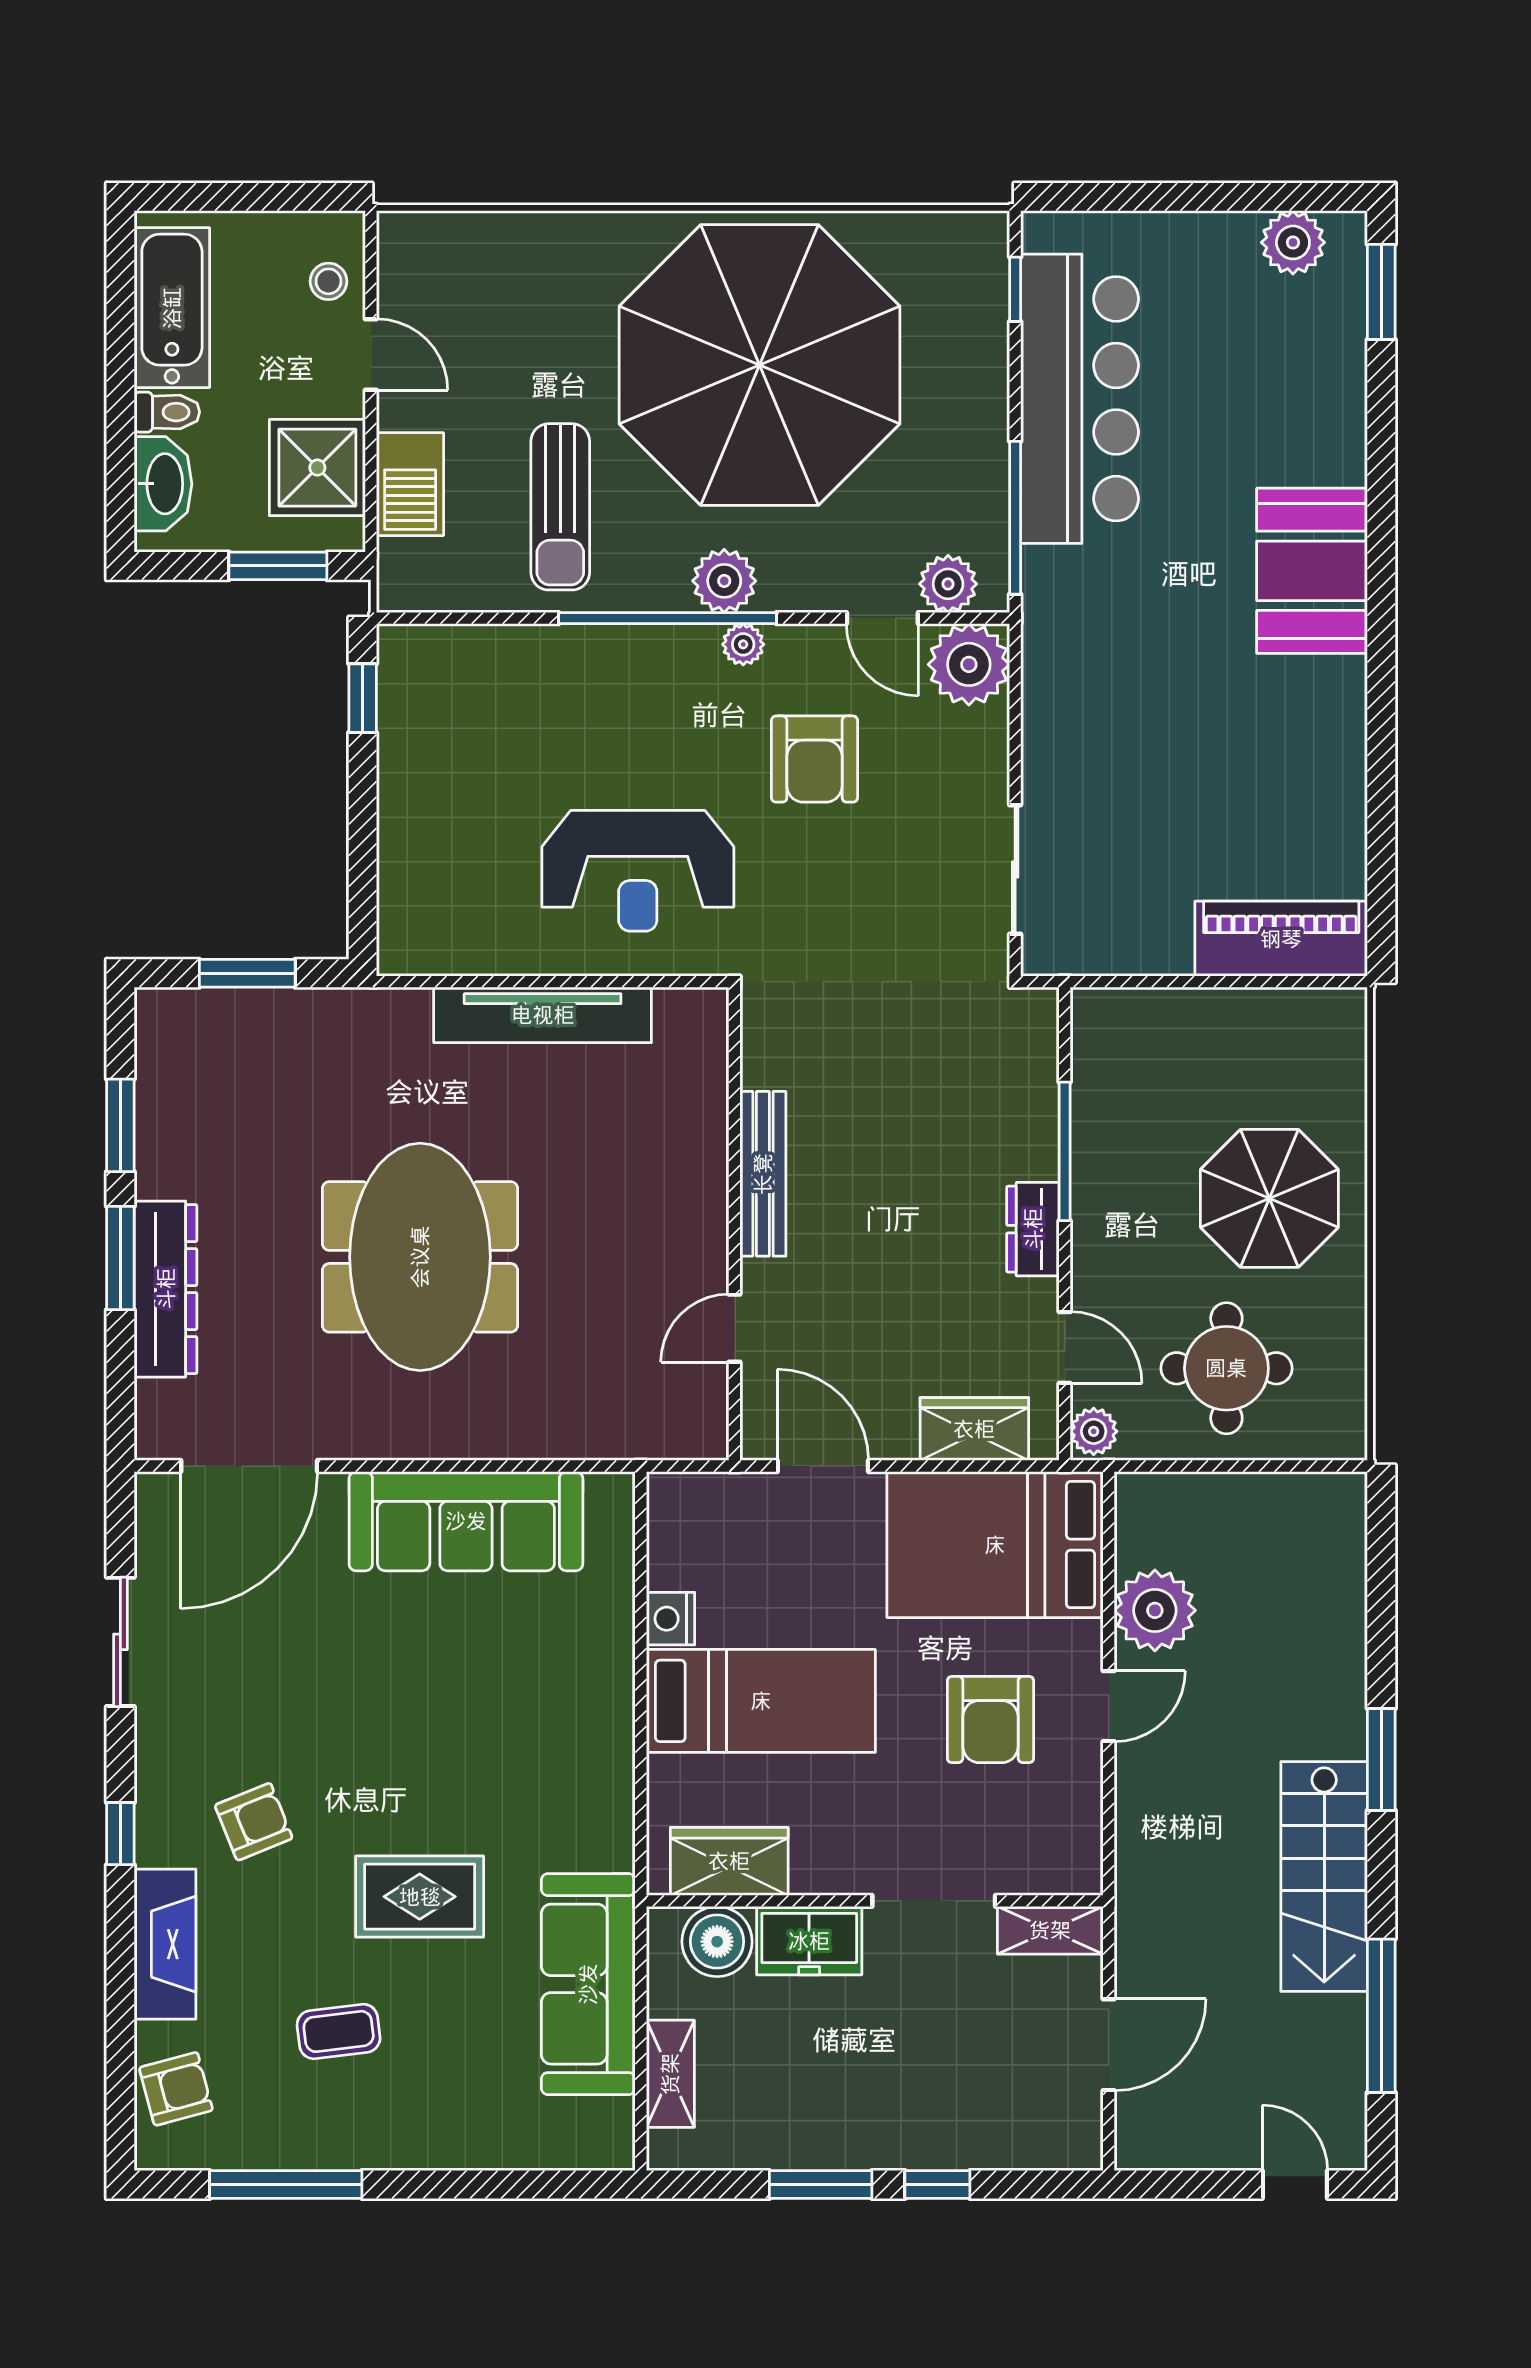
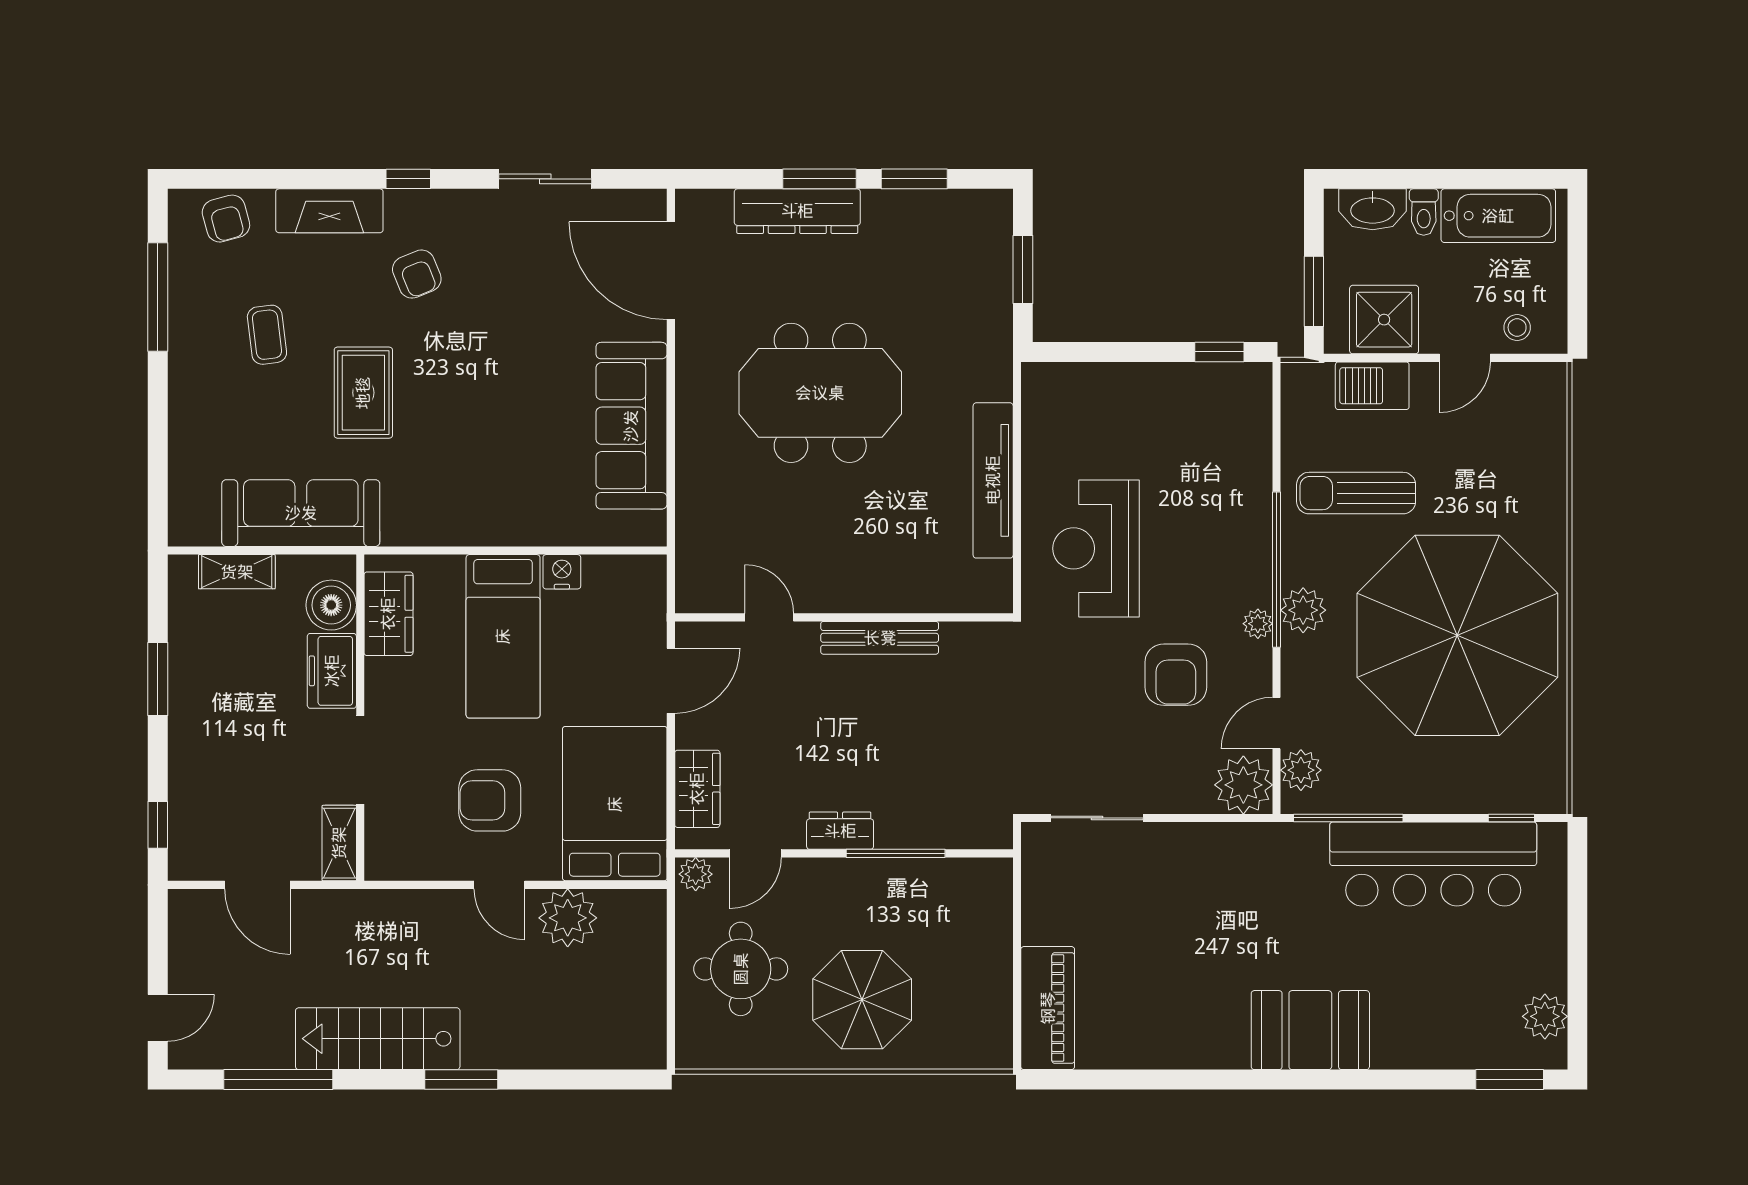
armchair: (814, 759) -> (1176, 675), turned -90
window: (937, 2184) -> (158, 825), moved

